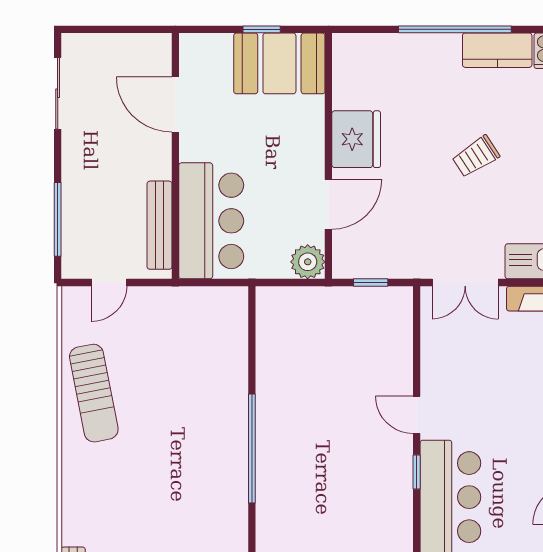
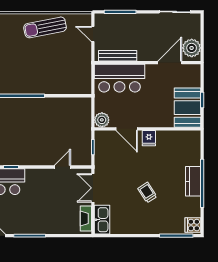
kitchen counter: (497, 50) -> (193, 181), moved
plant: (141, 54) -> (192, 48), added
fridge: (356, 139) -> (149, 138), width x0.53, depth x0.75
door: (417, 415) -> (62, 167), moved

